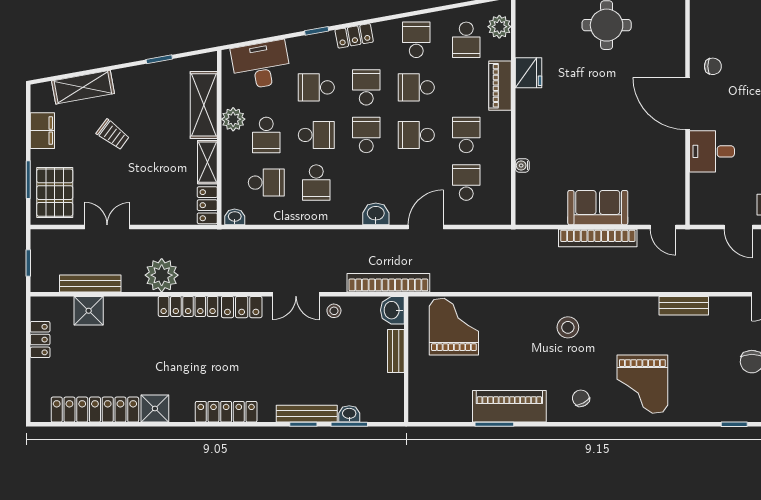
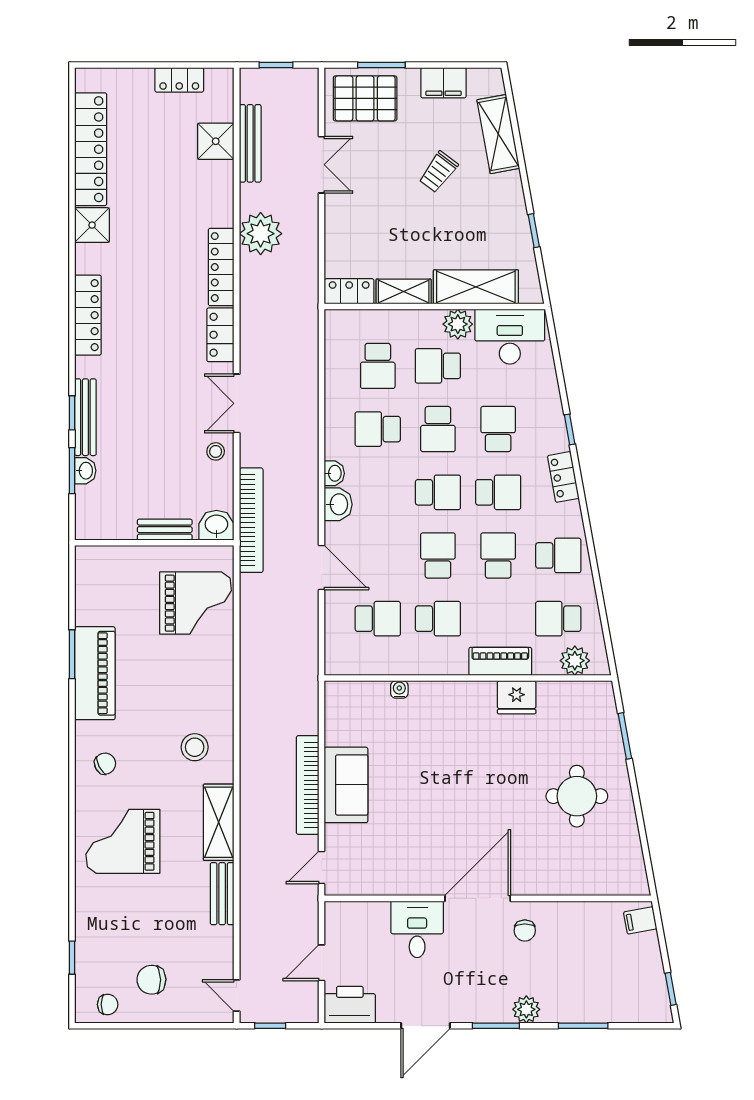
desk: (261, 65) -> (510, 337), moved, turned -80
washbasin: (235, 217) -> (334, 473), moved
shelving: (627, 308) -> (219, 822), added

